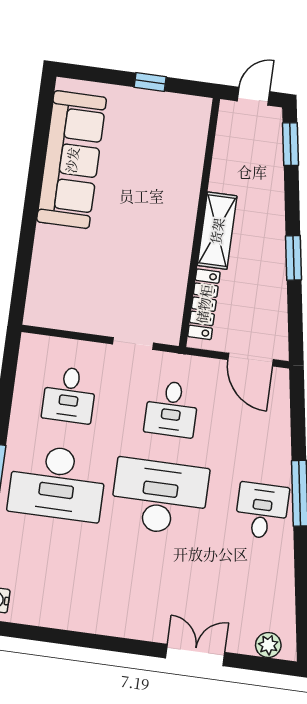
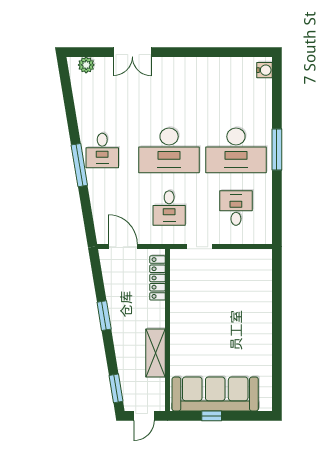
sofa: (72, 160) -> (215, 394), moved, turned 90
shelving: (217, 231) -> (155, 353), moved
desk: (172, 409) -> (169, 208), turned 180
desk: (57, 483) -> (236, 150), turned 180

